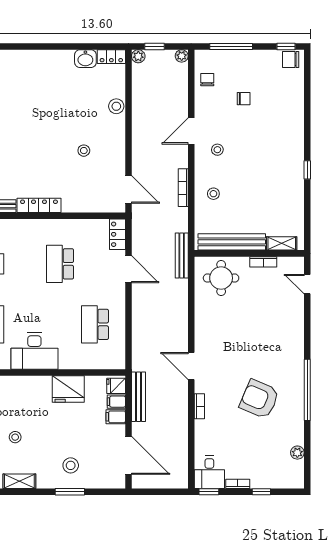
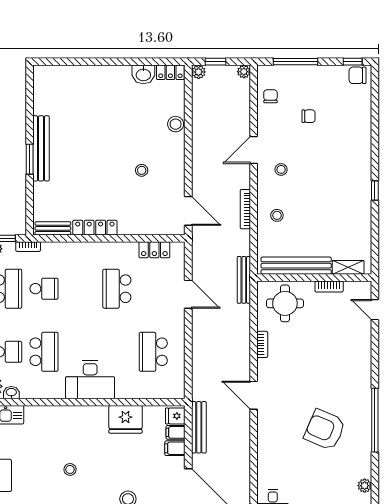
locker: (118, 234) -> (154, 250), moved, turned -90
bookcase: (199, 406) -> (262, 344), moved

